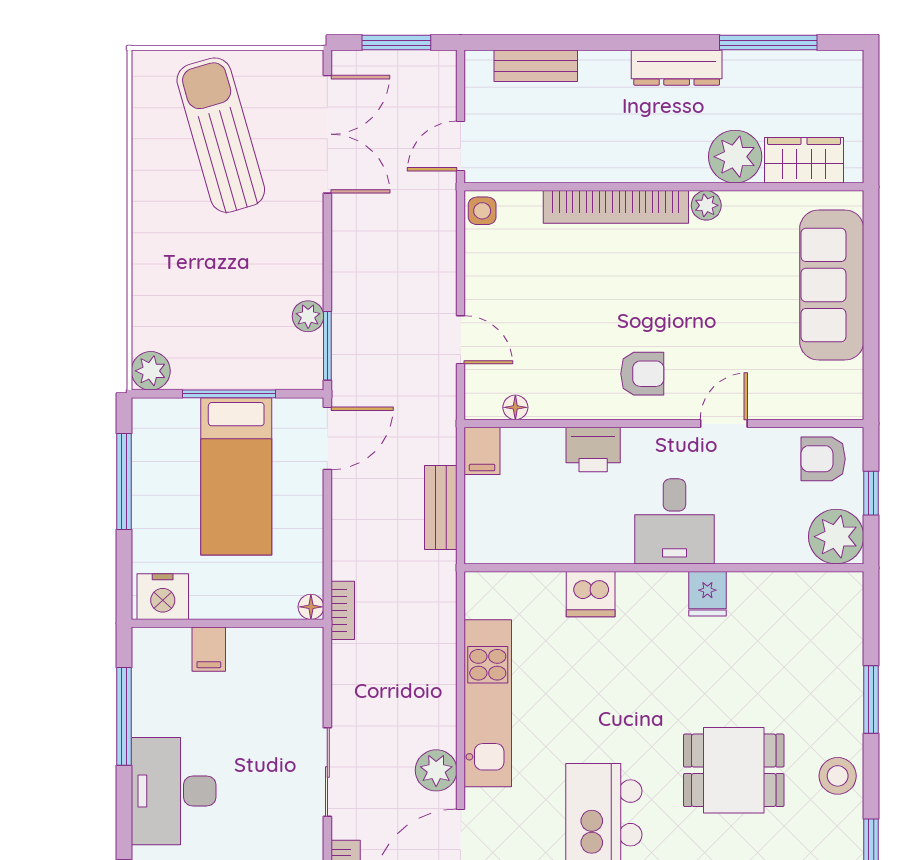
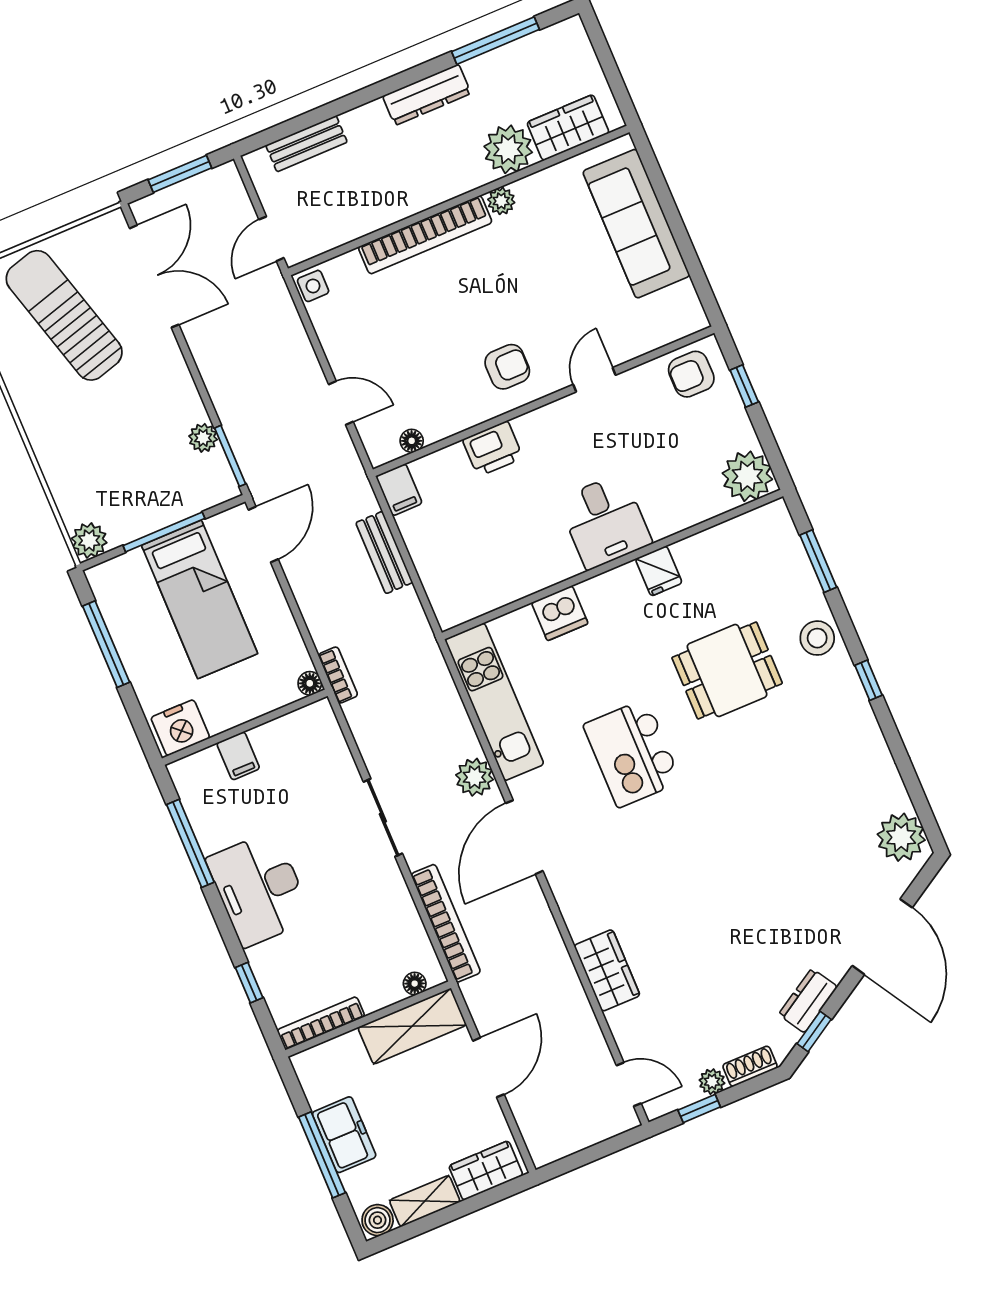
desk: (674, 521) -> (605, 521), moved
plant: (836, 537) -> (747, 476), moved
wall: (664, 568) -> (612, 564), moved
dishwasher: (591, 594) -> (560, 613), moved
fridge: (707, 594) -> (659, 571), moved

